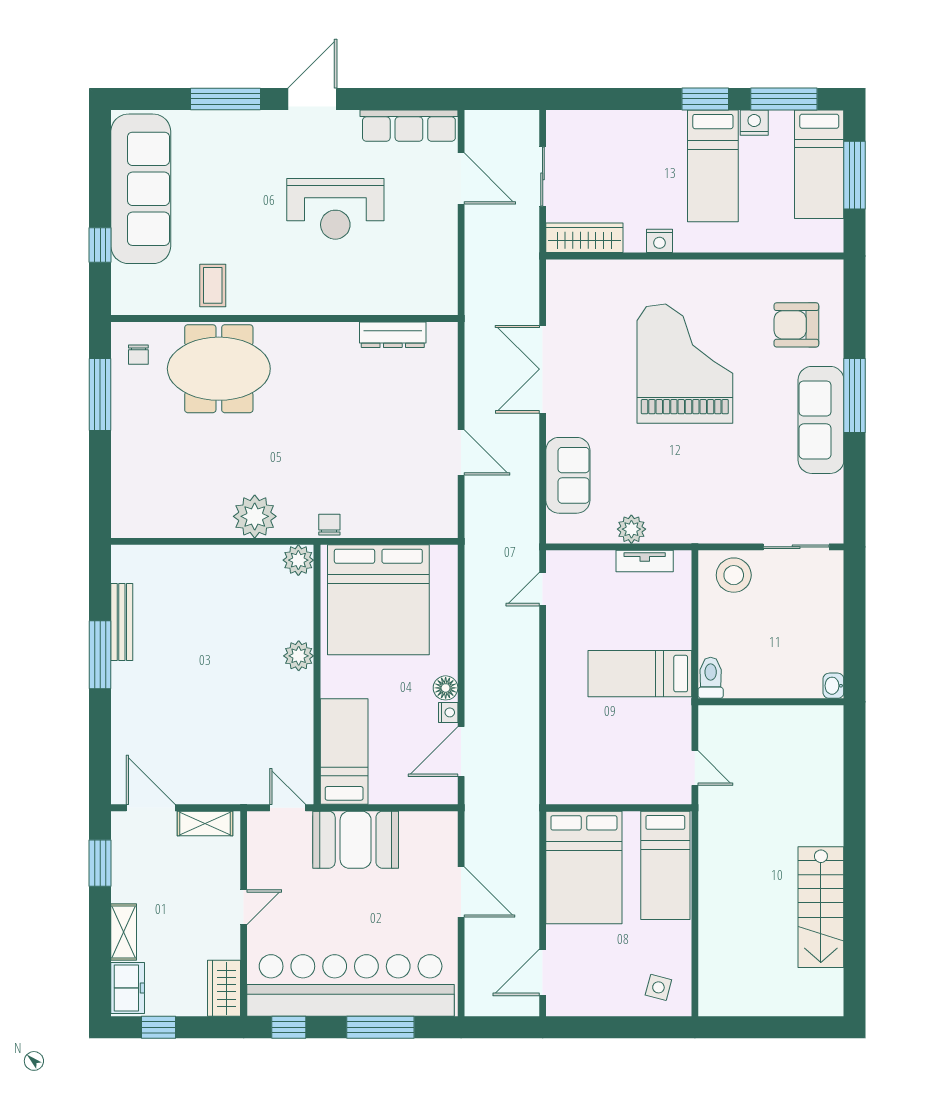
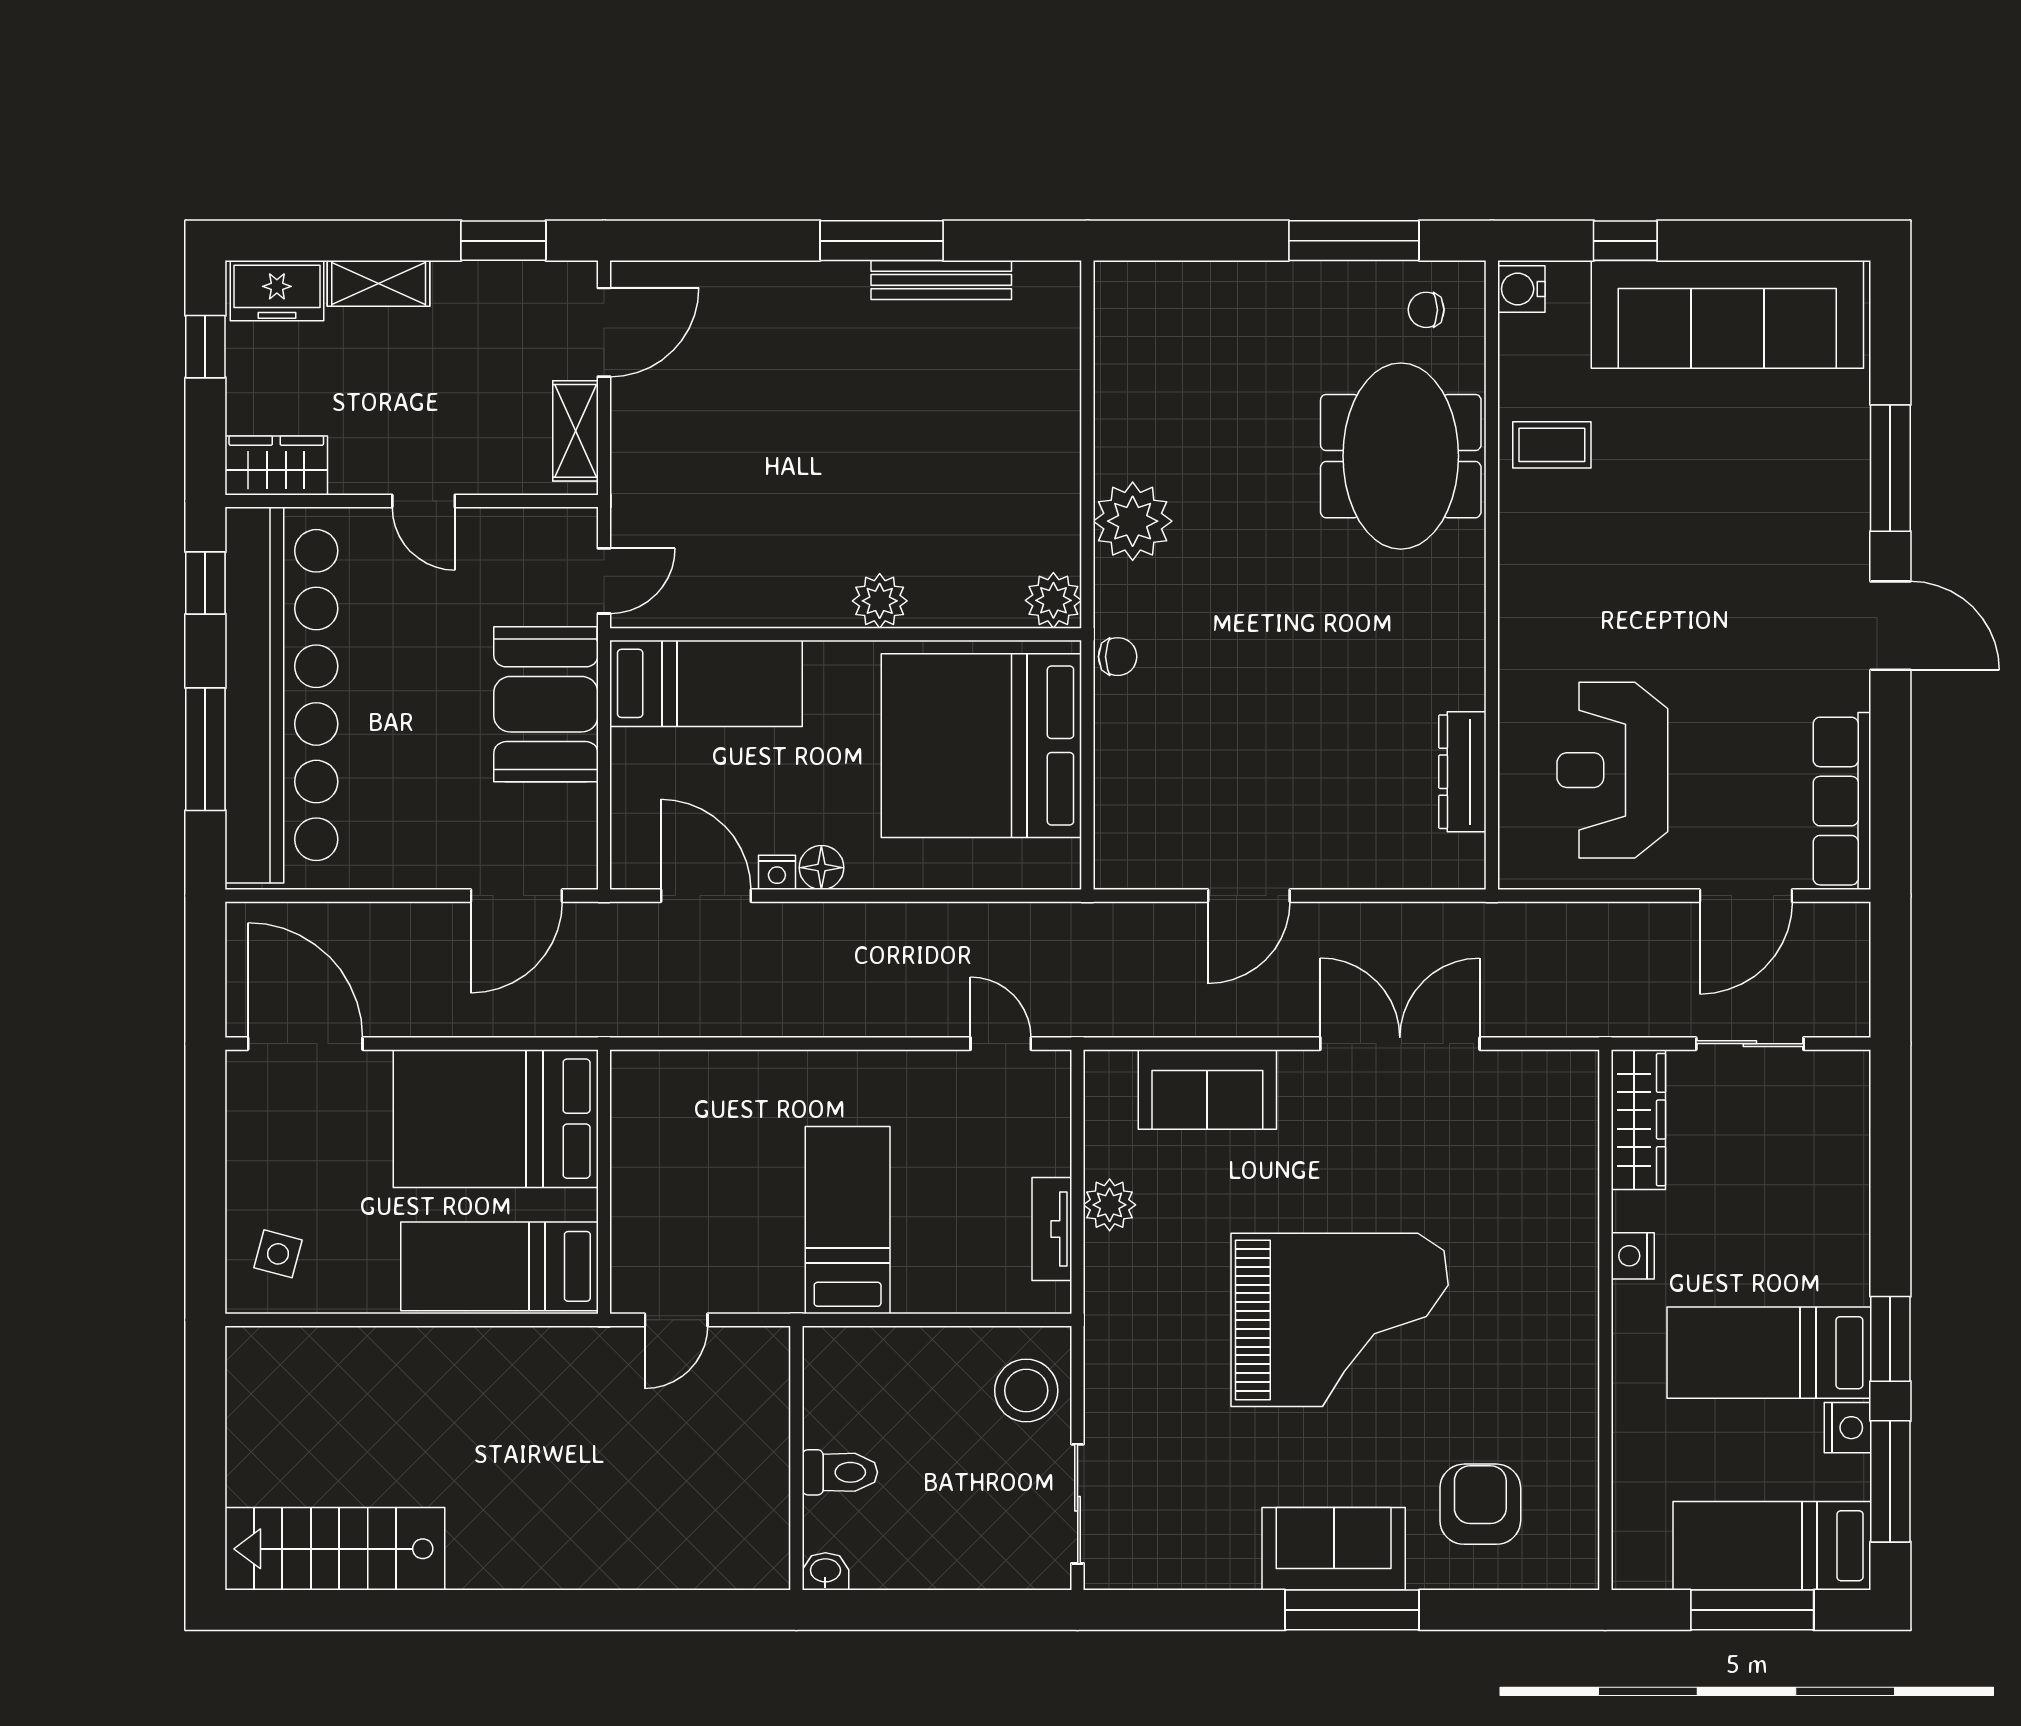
reception desk: (335, 209) -> (1612, 770), moved
water cooler: (127, 302) -> (1521, 289), added
grand piano: (685, 364) -> (1340, 1320), moved
sofa: (821, 420) -> (1334, 1549), width x0.73
toilet: (711, 678) -> (840, 1472), moved
door: (461, 892) -> (516, 896), moved
stairs: (821, 907) -> (335, 1549), moved
door: (543, 972) -> (305, 1044), width x1.36

